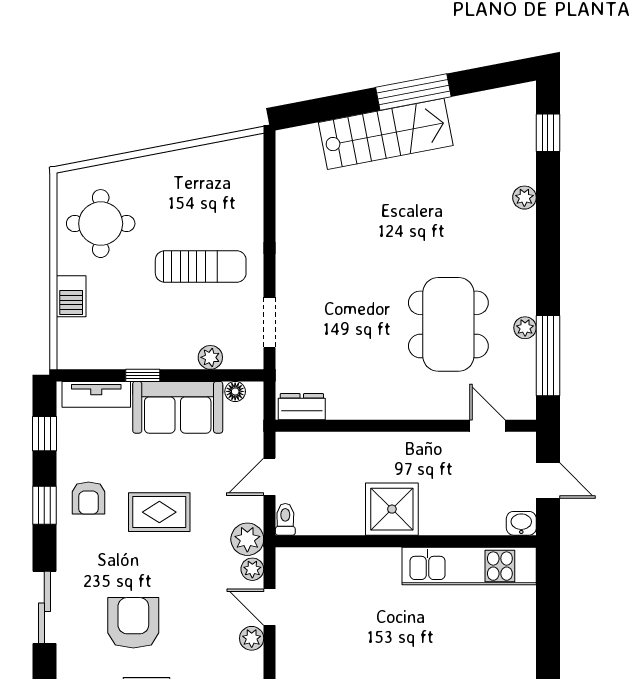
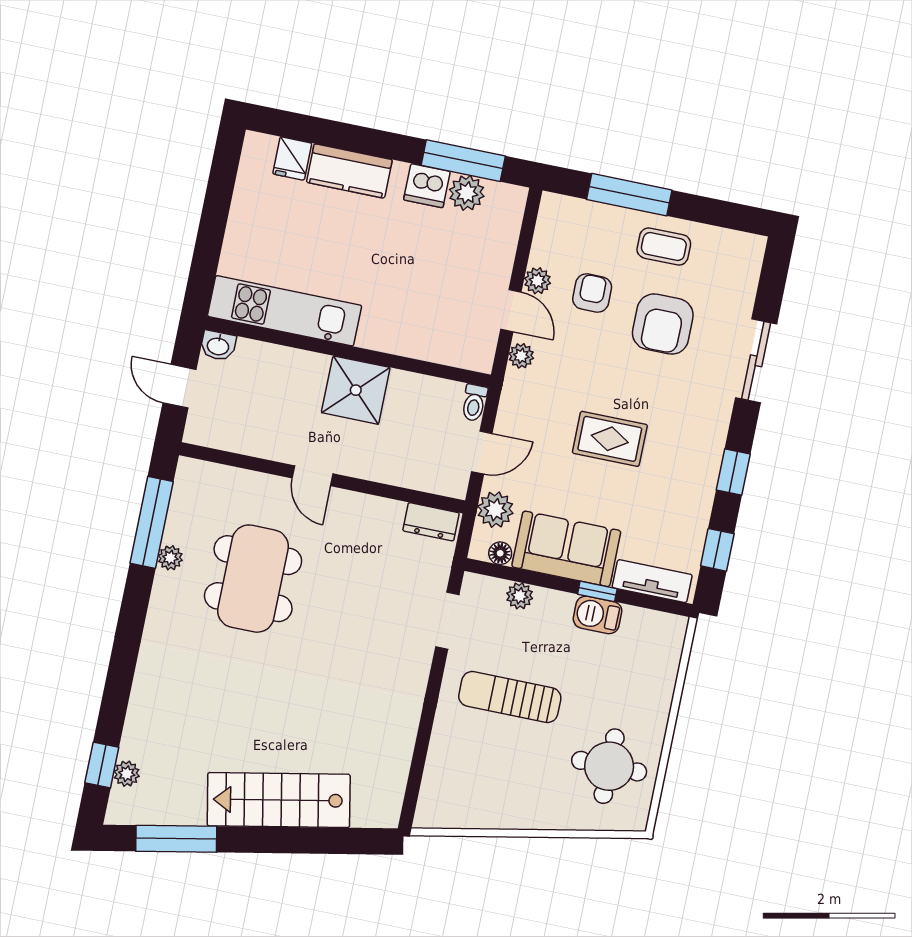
window: (413, 92) -> (176, 839), moved
plant: (524, 198) -> (127, 774), moved
barbecue: (71, 296) -> (598, 615), moved, turned -90
door: (487, 426) -> (312, 476), moved
armchair: (89, 498) -> (592, 293), moved
plant: (247, 539) -> (495, 510), moved

